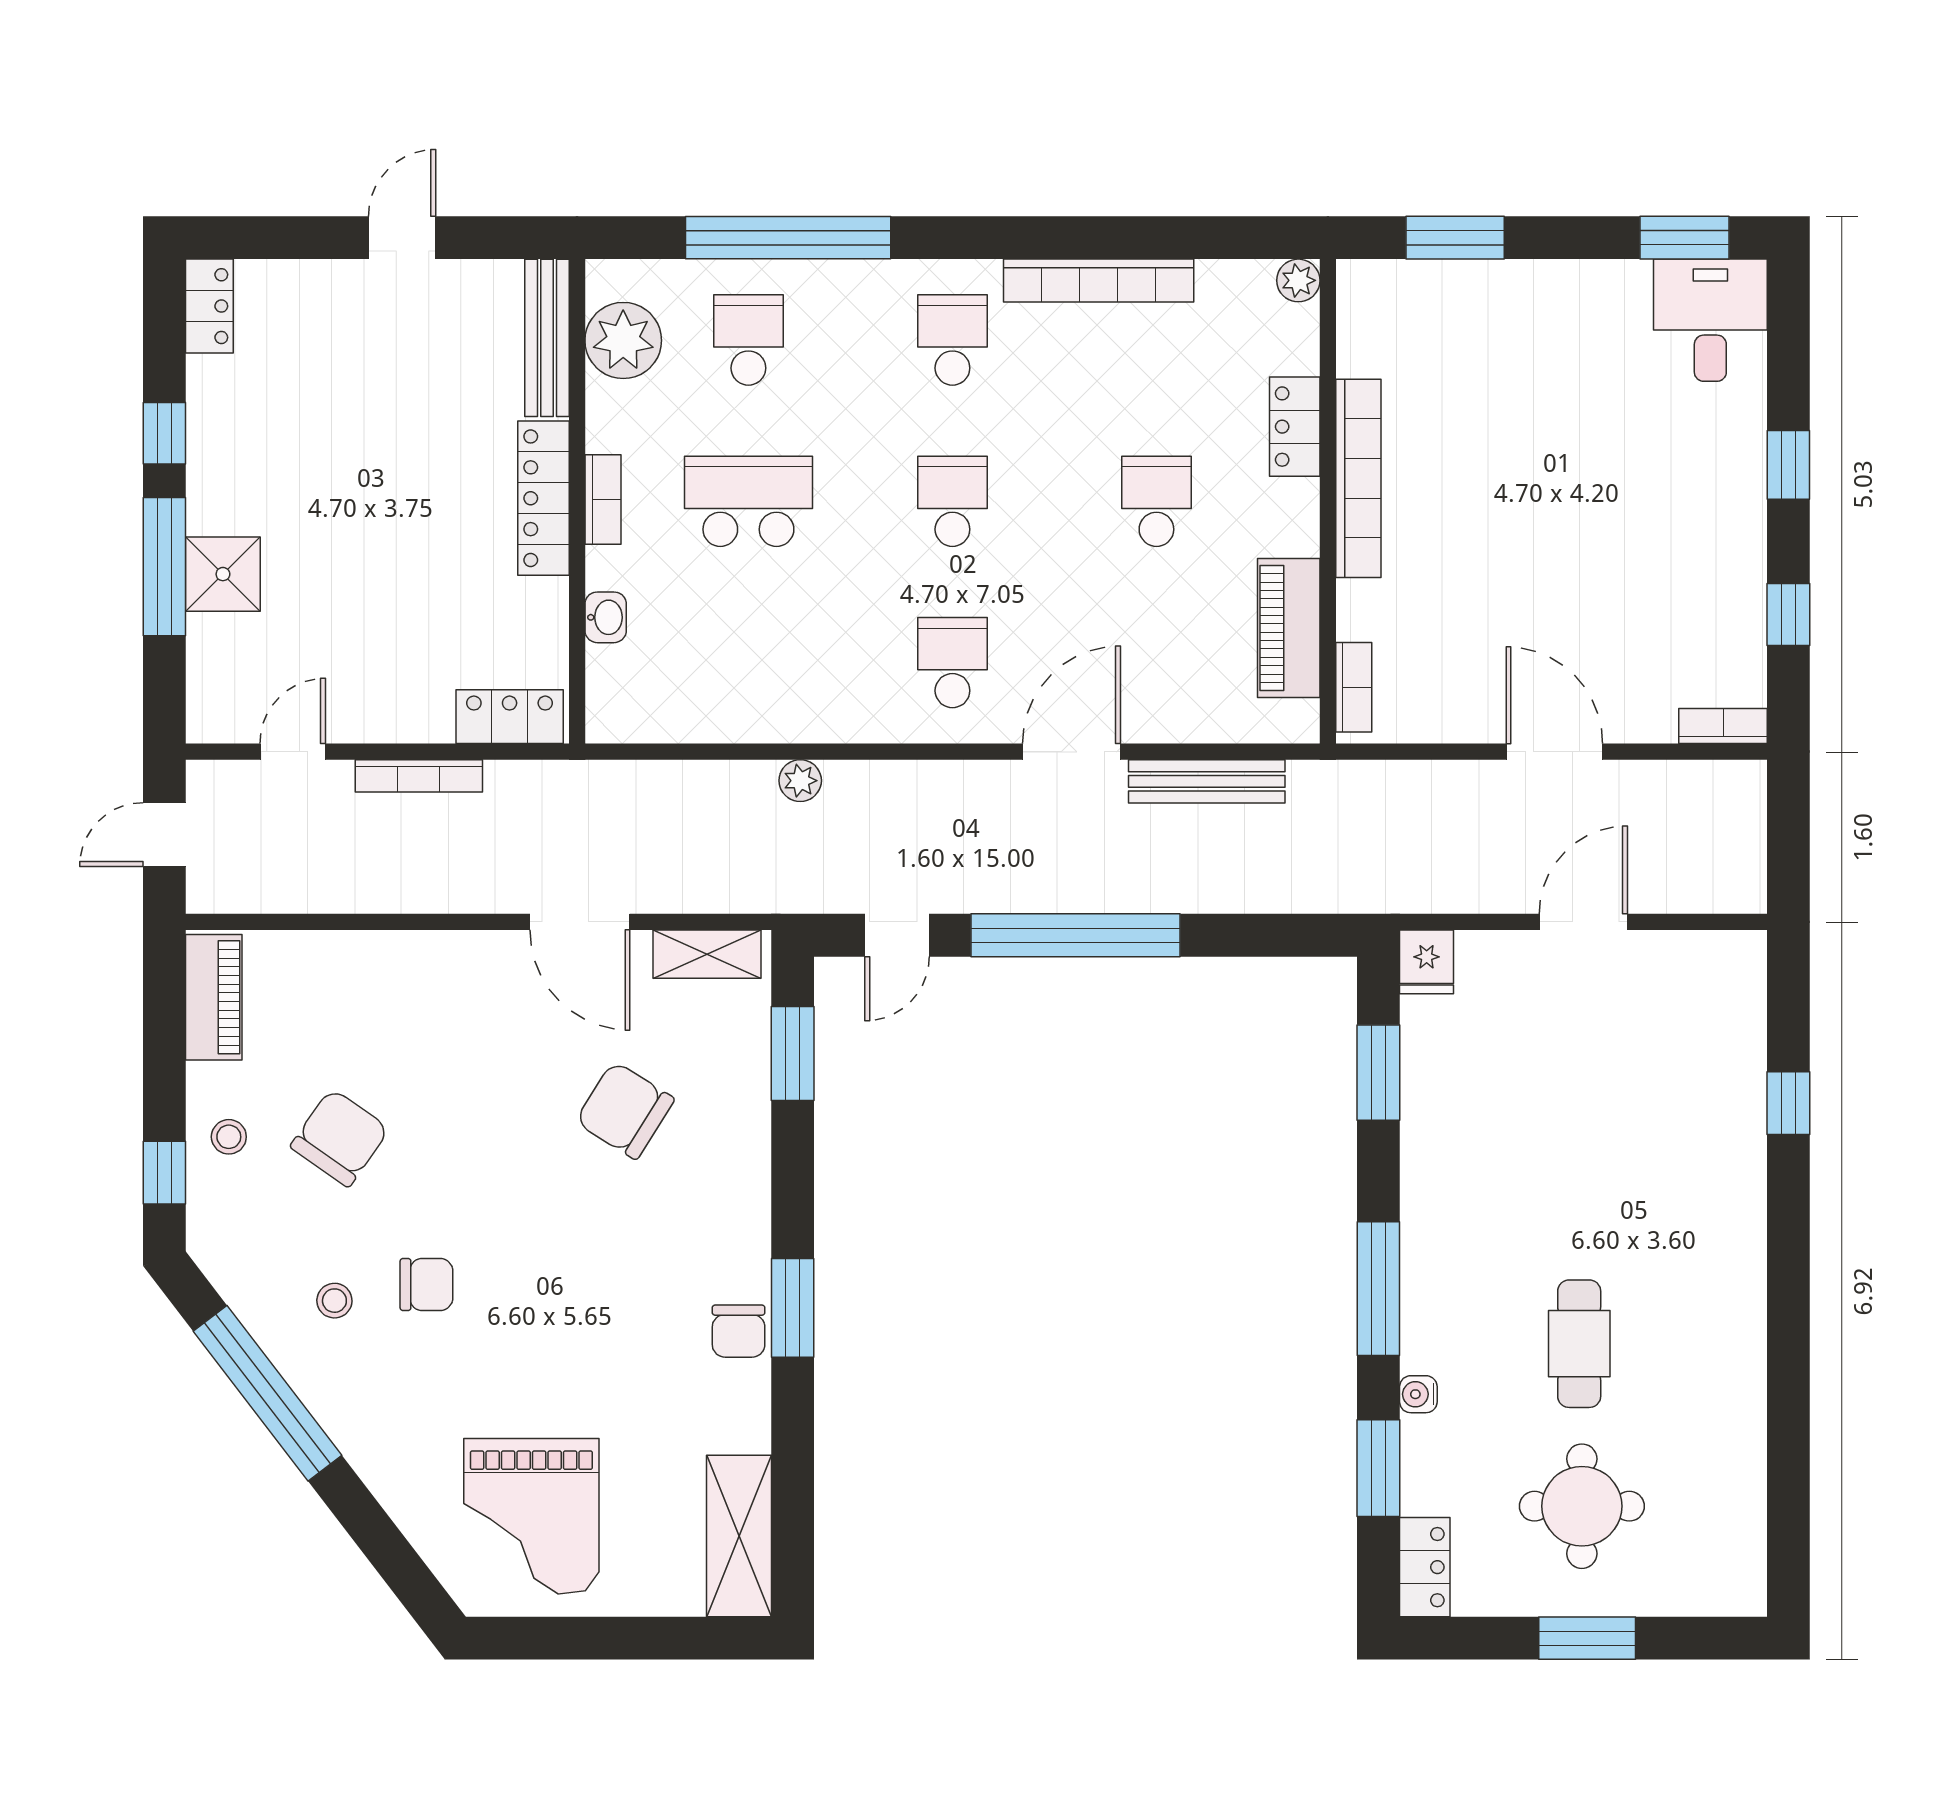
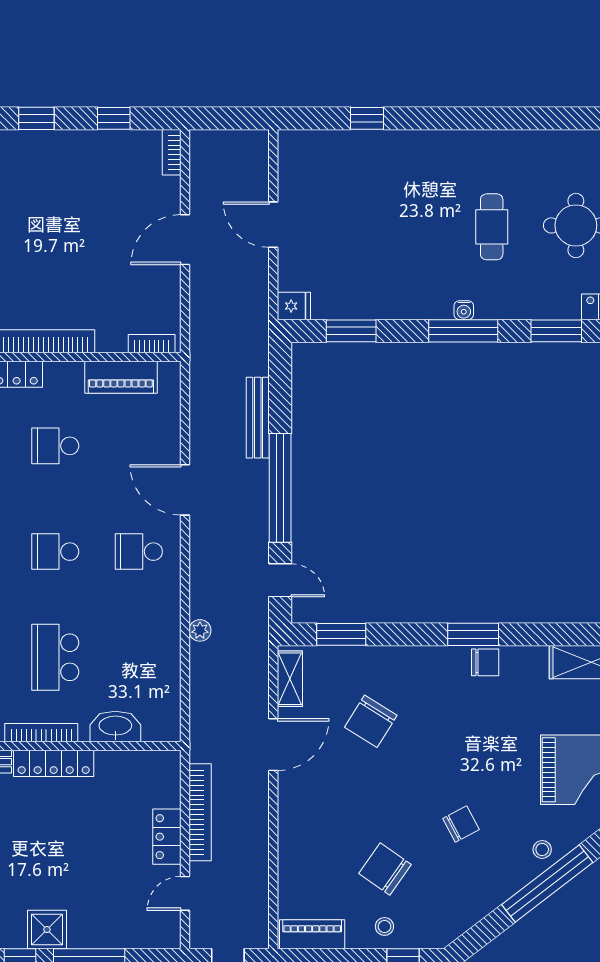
bookcase: (603, 500) -> (41, 733), width x1.56
shower: (223, 574) -> (47, 930), moved
washbasin: (606, 617) -> (115, 726), width x1.91, depth x1.45
locker: (510, 717) -> (167, 837), moved
door: (293, 752) -> (185, 893), hinge flipped
bookcase: (419, 776) -> (200, 812), width x1.48, depth x1.31
bench: (1207, 781) -> (258, 418), moved
chair: (426, 1285) -> (461, 824), turned 62
stool: (334, 1301) -> (542, 849), moved
cafe table: (1579, 1344) -> (492, 227), turned 90
window: (268, 1393) -> (547, 884), moved
water cooler: (1418, 1394) -> (464, 310), moved

